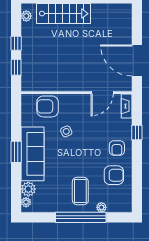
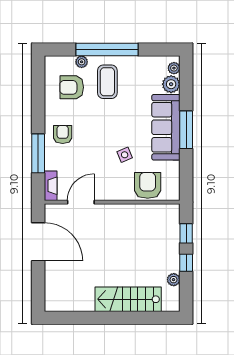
plant: (26, 16) -> (174, 280), moved
armchair: (48, 106) -> (148, 185), turned -90
window: (137, 133) -> (38, 153), width x2.17
window: (16, 152) -> (186, 130), width x1.44
armchair: (114, 175) -> (72, 87), moved

